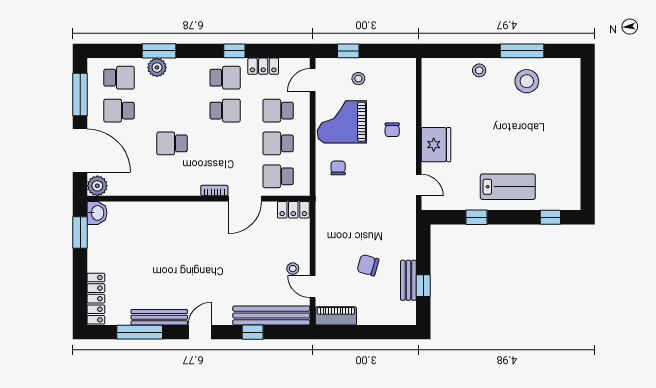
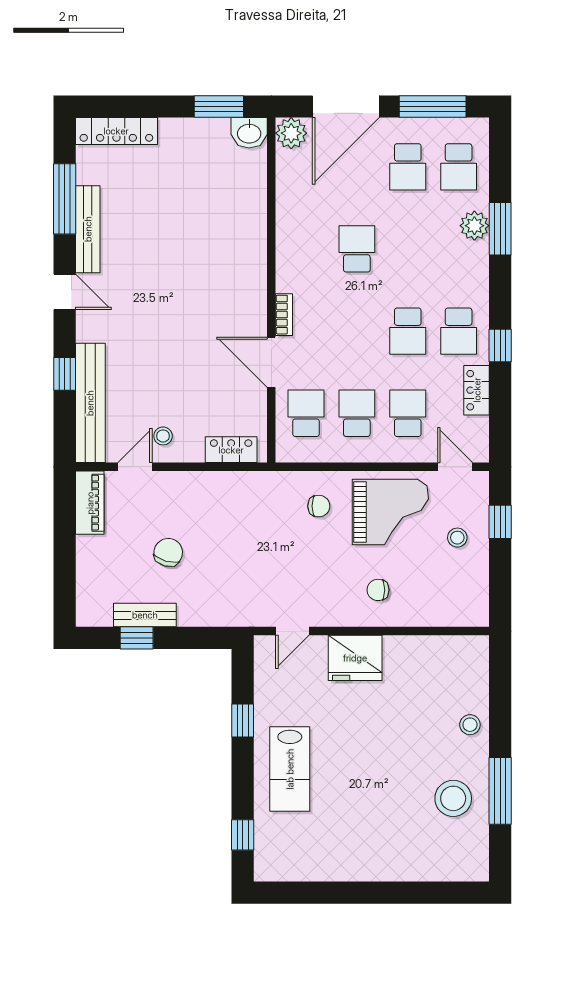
school desk: (119, 111) -> (408, 167), turned 180
grand piano: (342, 122) -> (390, 512), turned 90
locker: (293, 210) -> (231, 450), moved, turned 90

